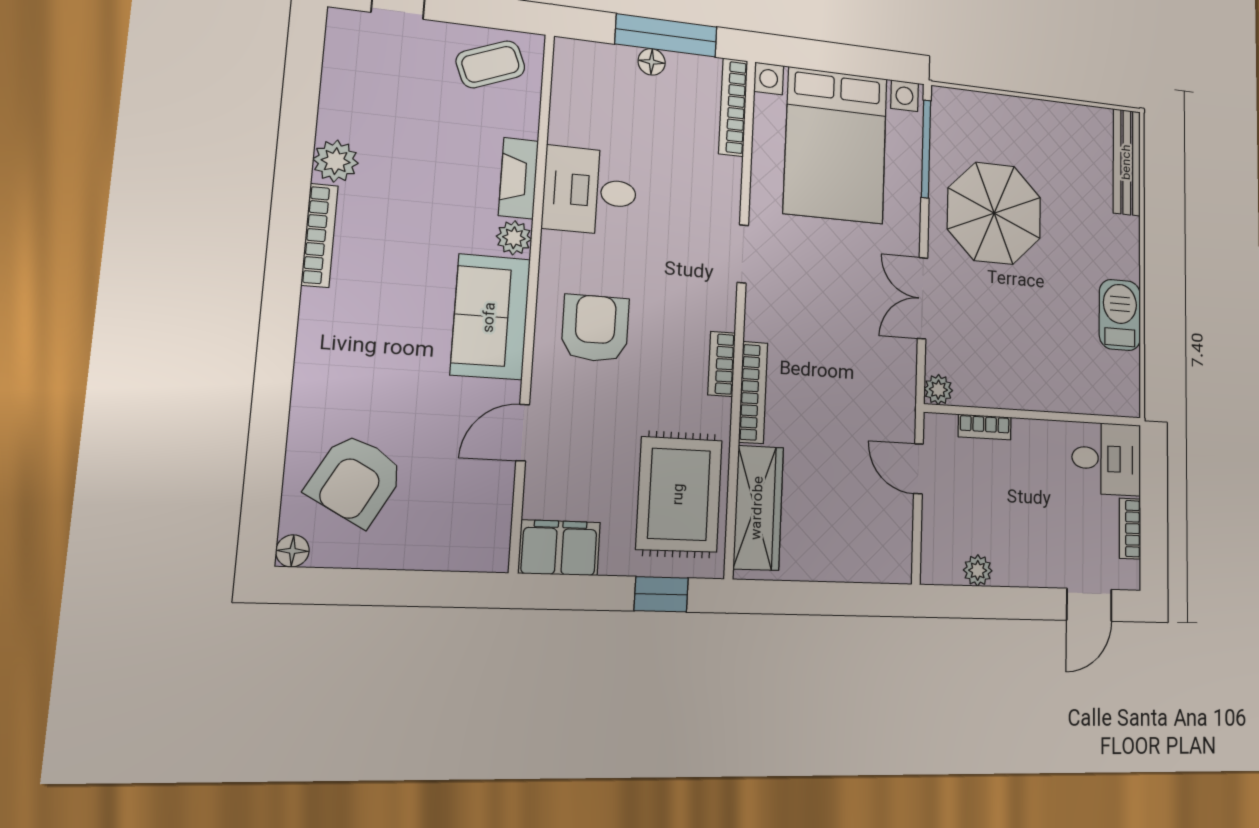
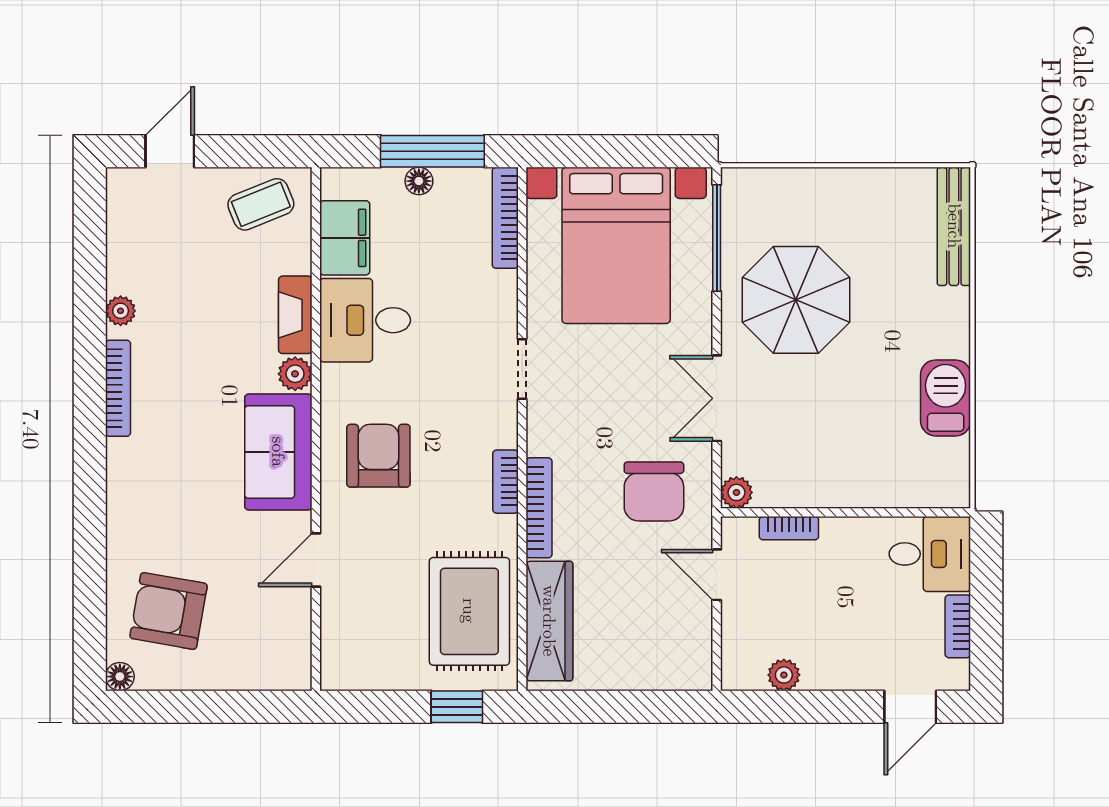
plant: (336, 161) -> (121, 311), width x0.73, depth x0.73
chair: (863, 383) -> (654, 491), added
armchair: (356, 480) -> (169, 611), turned 71
filing cabinet: (559, 548) -> (345, 238), moved, turned 90

